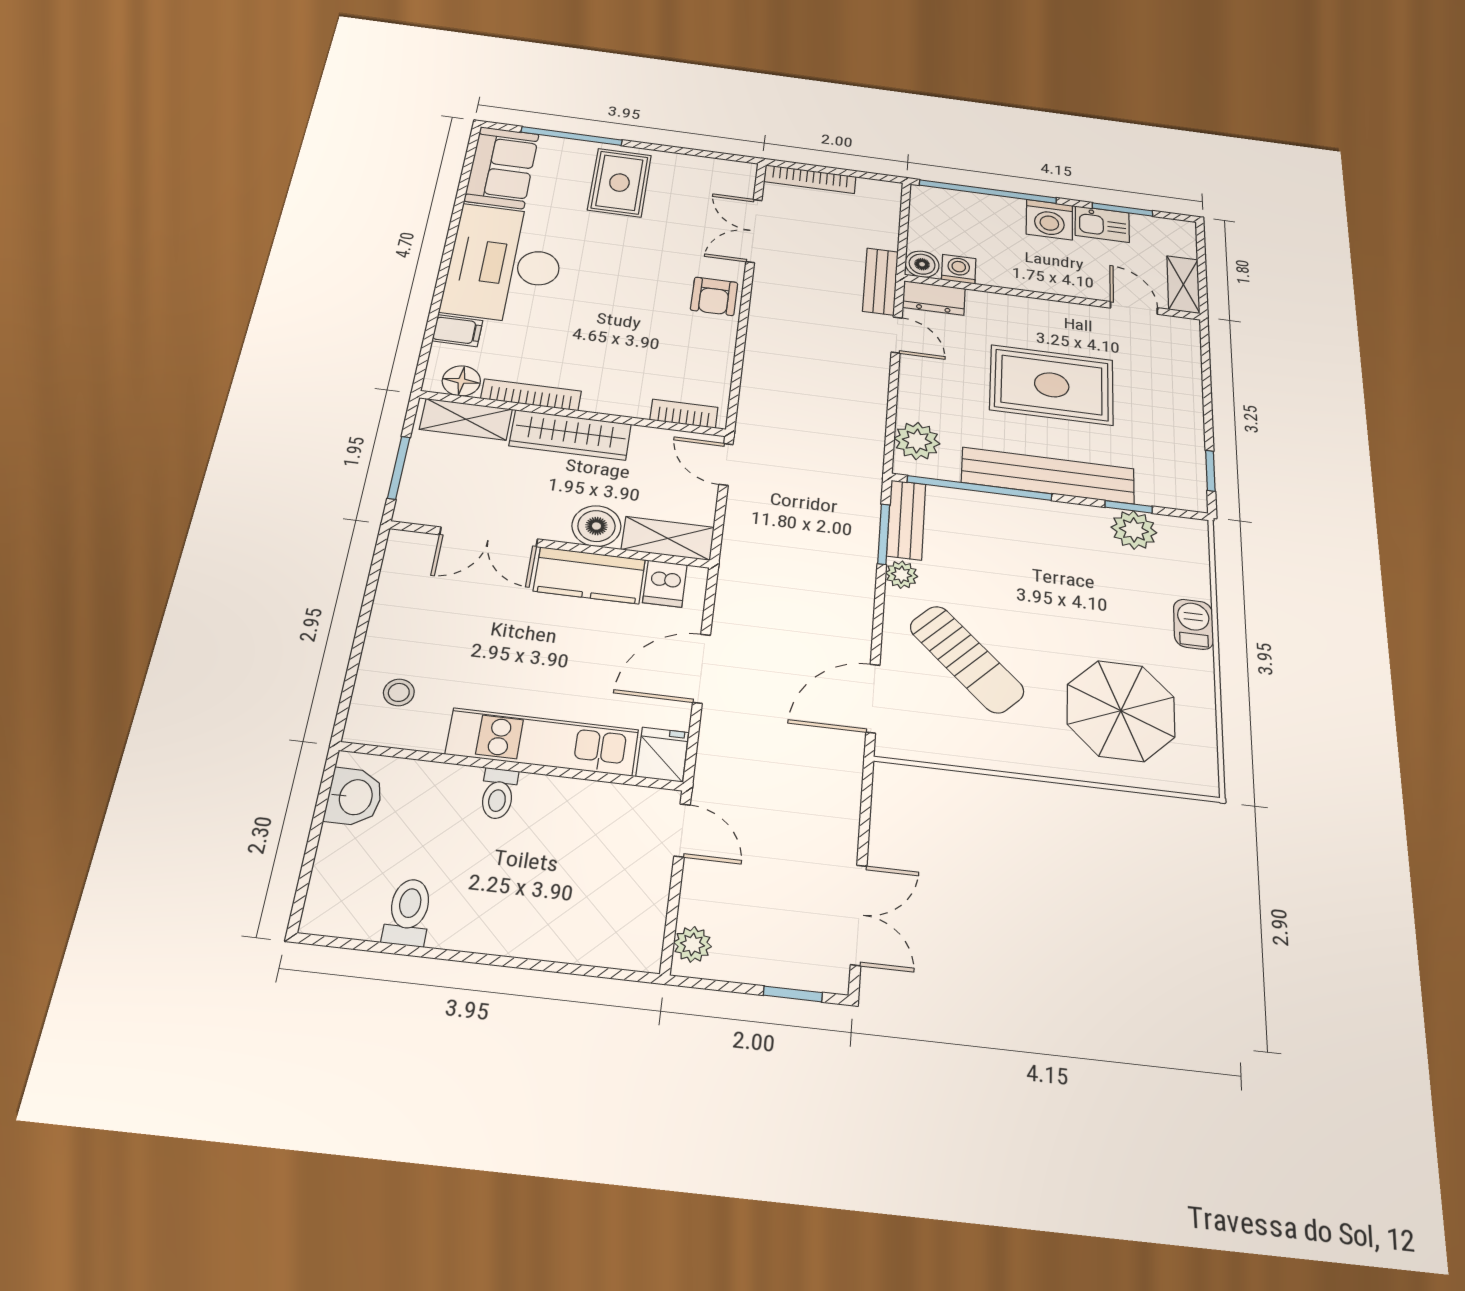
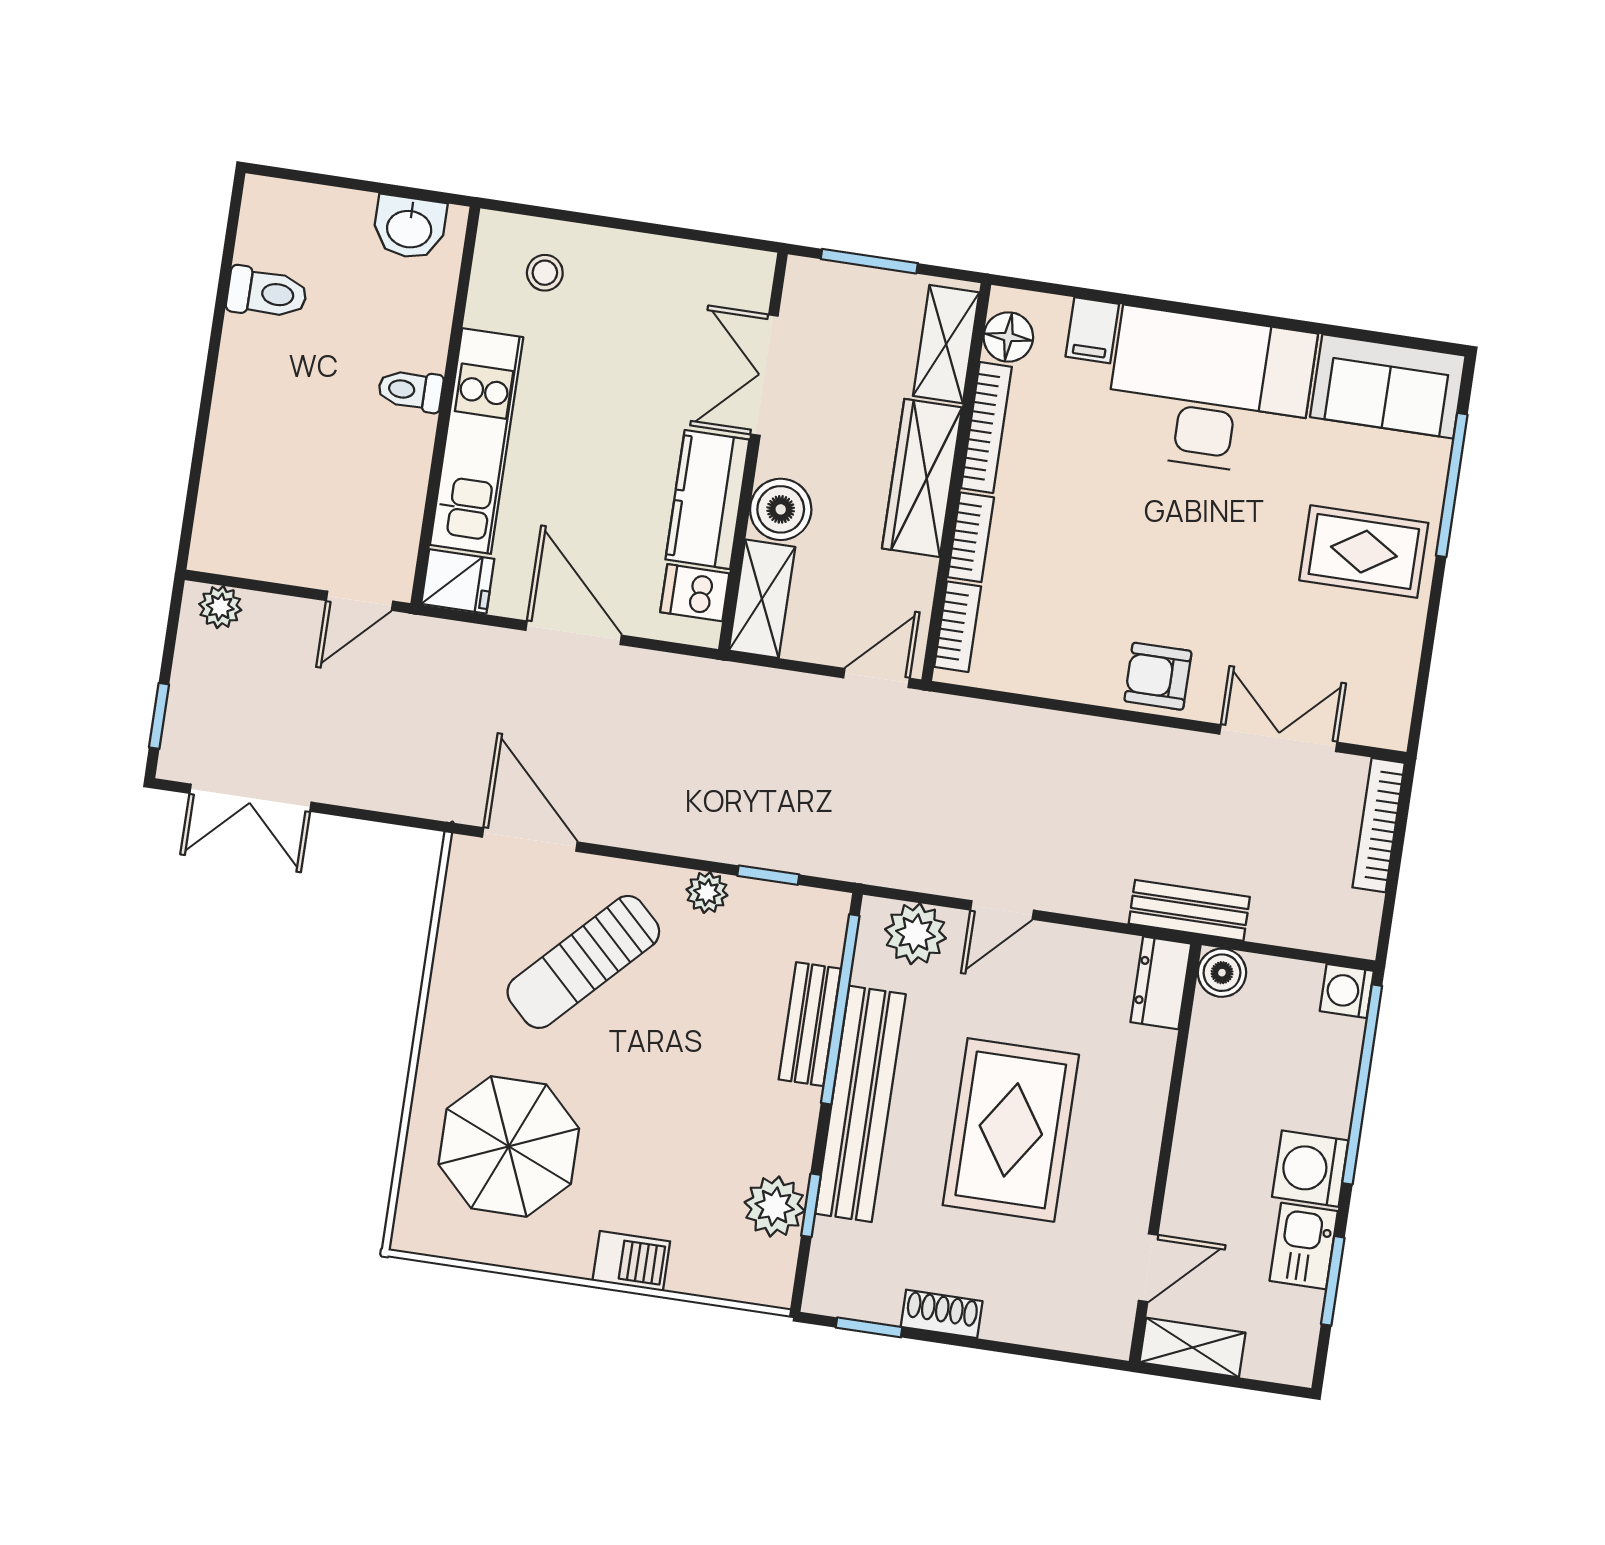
washing machine: (959, 269) -> (1347, 991), moved, turned 180
door: (897, 335) -> (1002, 910), moved
bookcase: (615, 405) -> (971, 537), added
shoe rack: (1191, 427) -> (942, 1314), added
bench: (906, 520) -> (810, 1024), moved, turned 90
window: (884, 534) -> (768, 875), width x0.67

